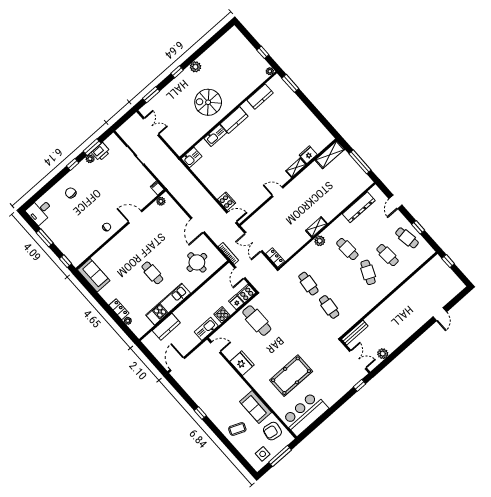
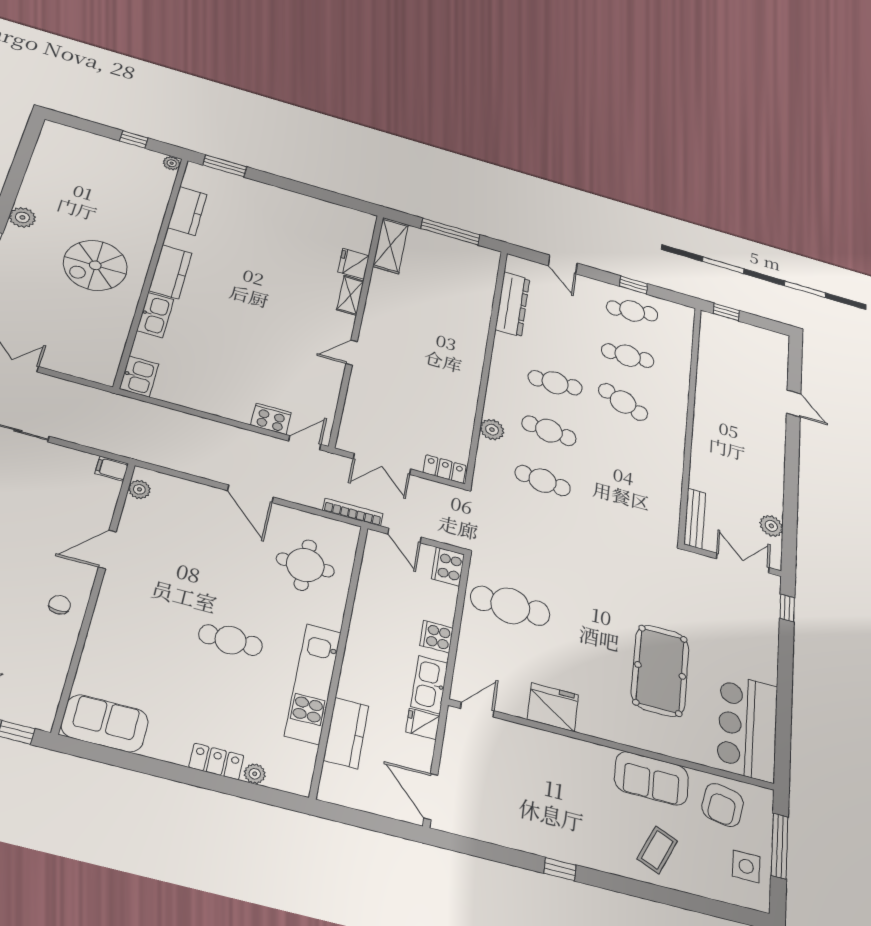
shelving: (316, 227) -> (471, 375), removed
plant: (320, 241) -> (492, 430), moved
fridge: (236, 302) -> (423, 724), moved
cafe table: (329, 307) -> (549, 431), moved

